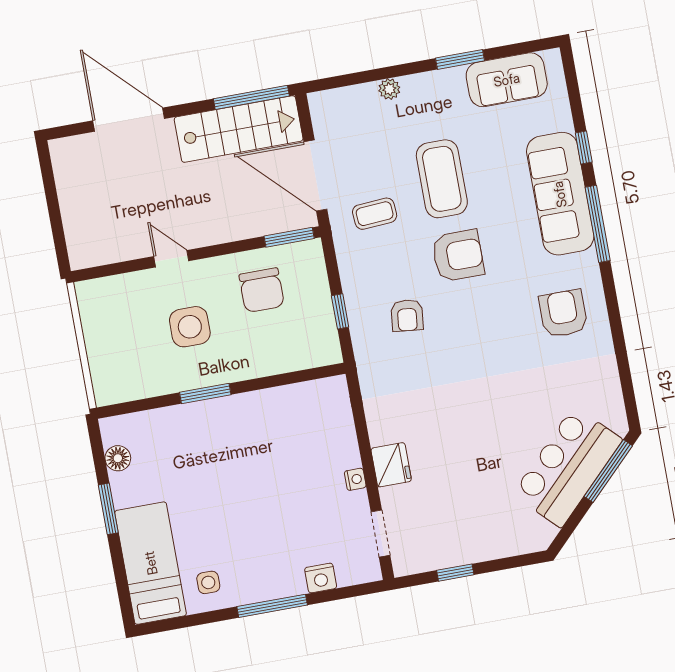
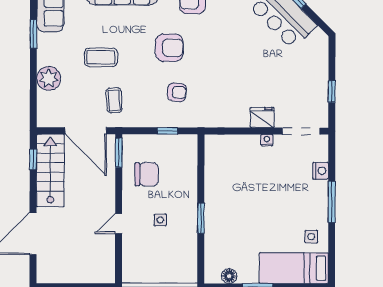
plant: (389, 89) -> (49, 78), width x1.88, depth x1.88
window: (251, 97) -> (33, 160), width x0.46
door: (315, 176) -> (86, 131), hinge flipped
coffee table: (442, 179) -> (101, 57), width x0.73, depth x0.76
armchair: (458, 256) -> (169, 48), moved, turned 90
side table: (190, 327) -> (160, 220), width x0.54, depth x0.54
doorway: (380, 534) -> (301, 131), width x1.38

